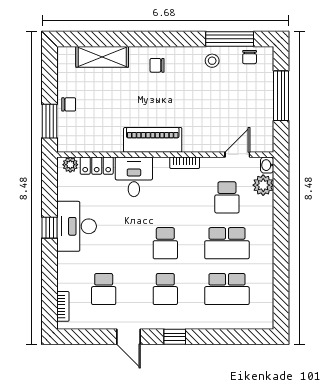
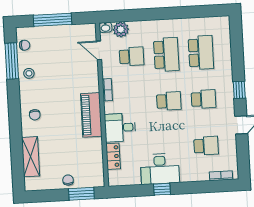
plant: (70, 165) -> (113, 176), removed

